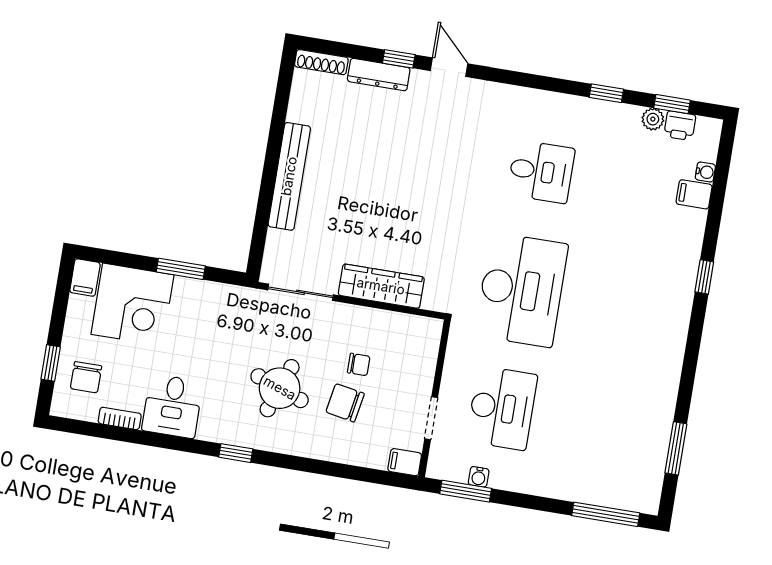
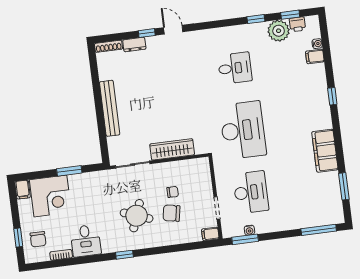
dresser: (379, 75) -> (134, 45), width x0.70
plant: (653, 119) -> (279, 31), width x1.87, depth x1.87
filing cabinet: (661, 373) -> (325, 151), added

